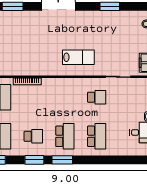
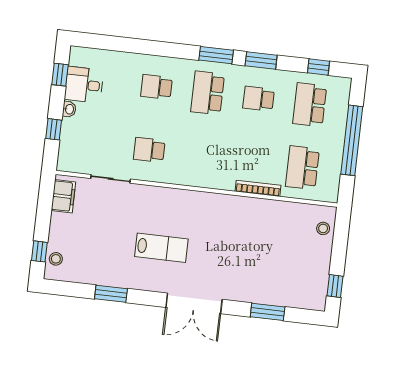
lab bench: (78, 57) -> (161, 248), moved, turned 180
school desk: (97, 136) -> (156, 87), width x0.54

